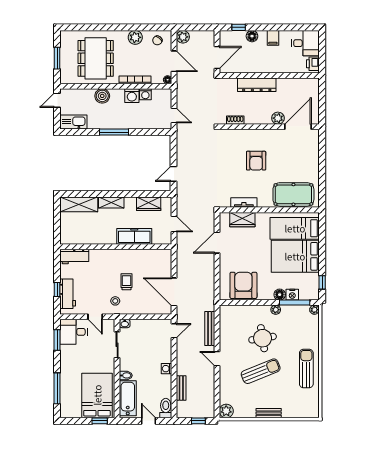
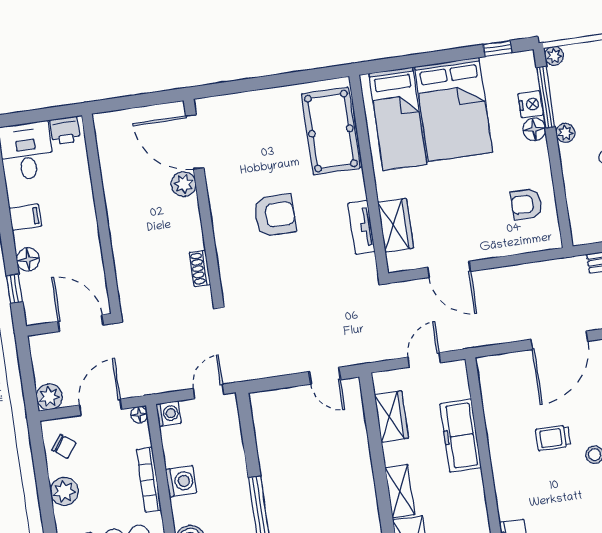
dresser: (257, 85) -> (123, 236), removed
washing machine: (145, 94) -> (169, 414), moved
armchair: (243, 285) -> (526, 204), width x0.53, depth x0.53

